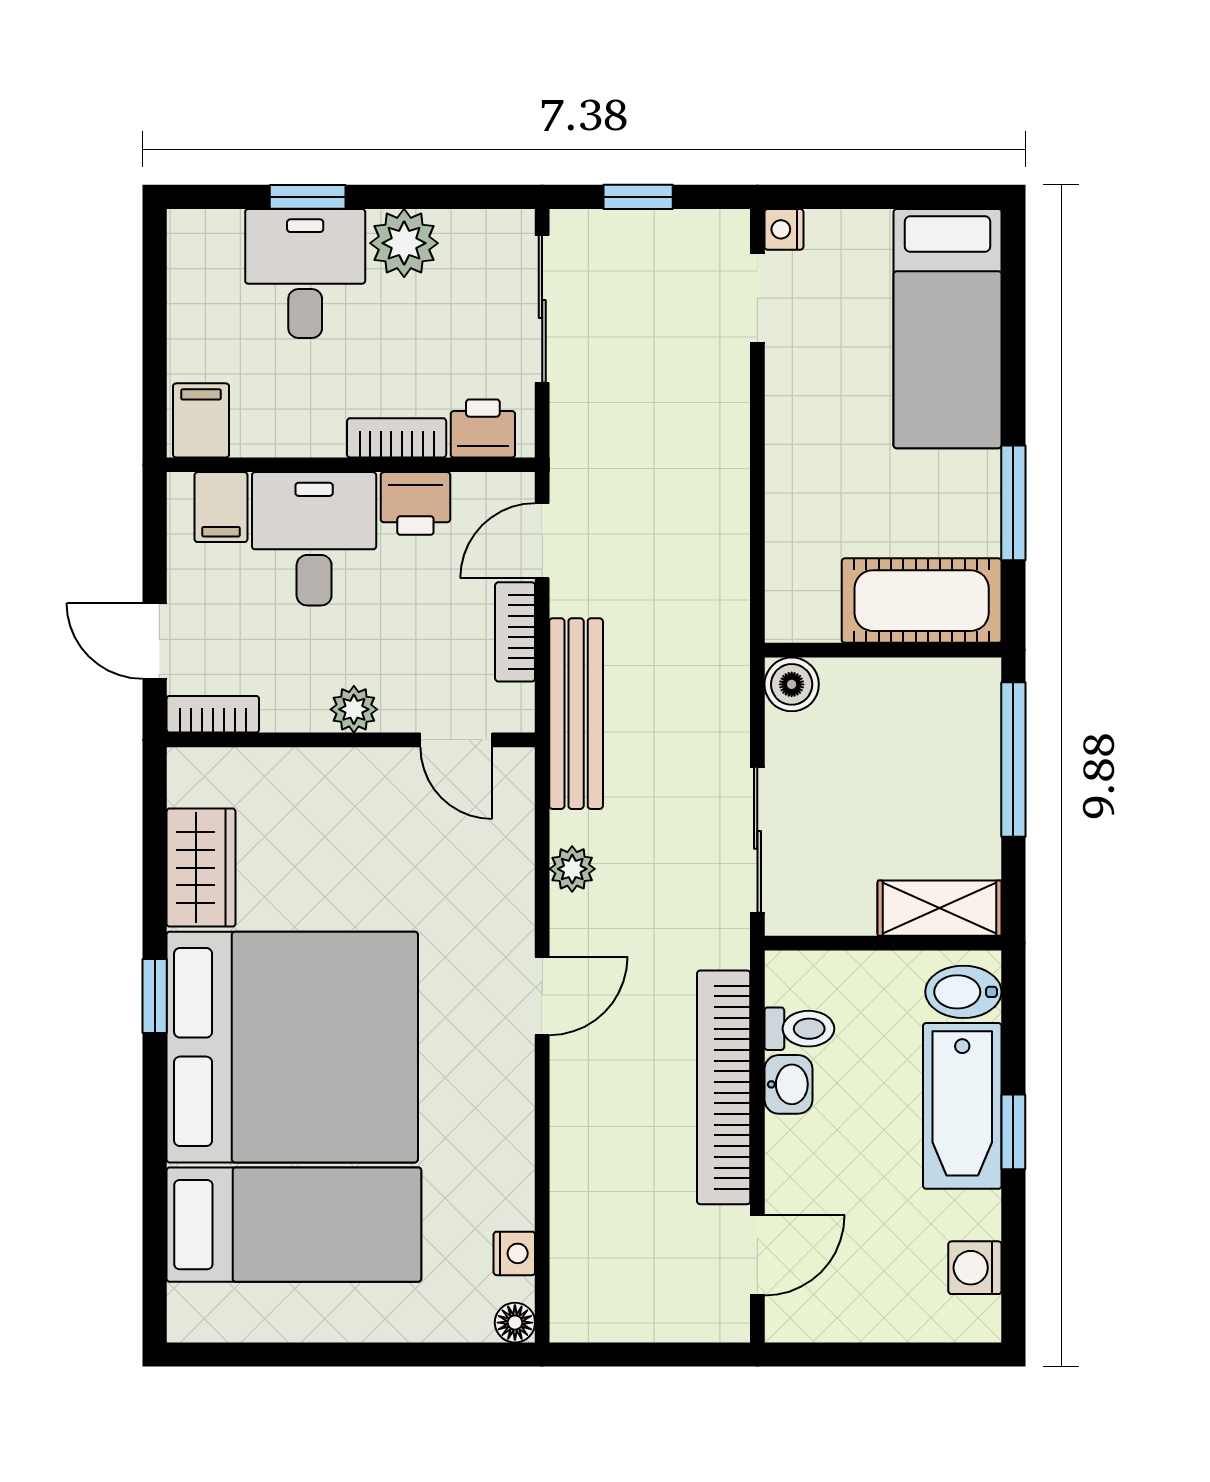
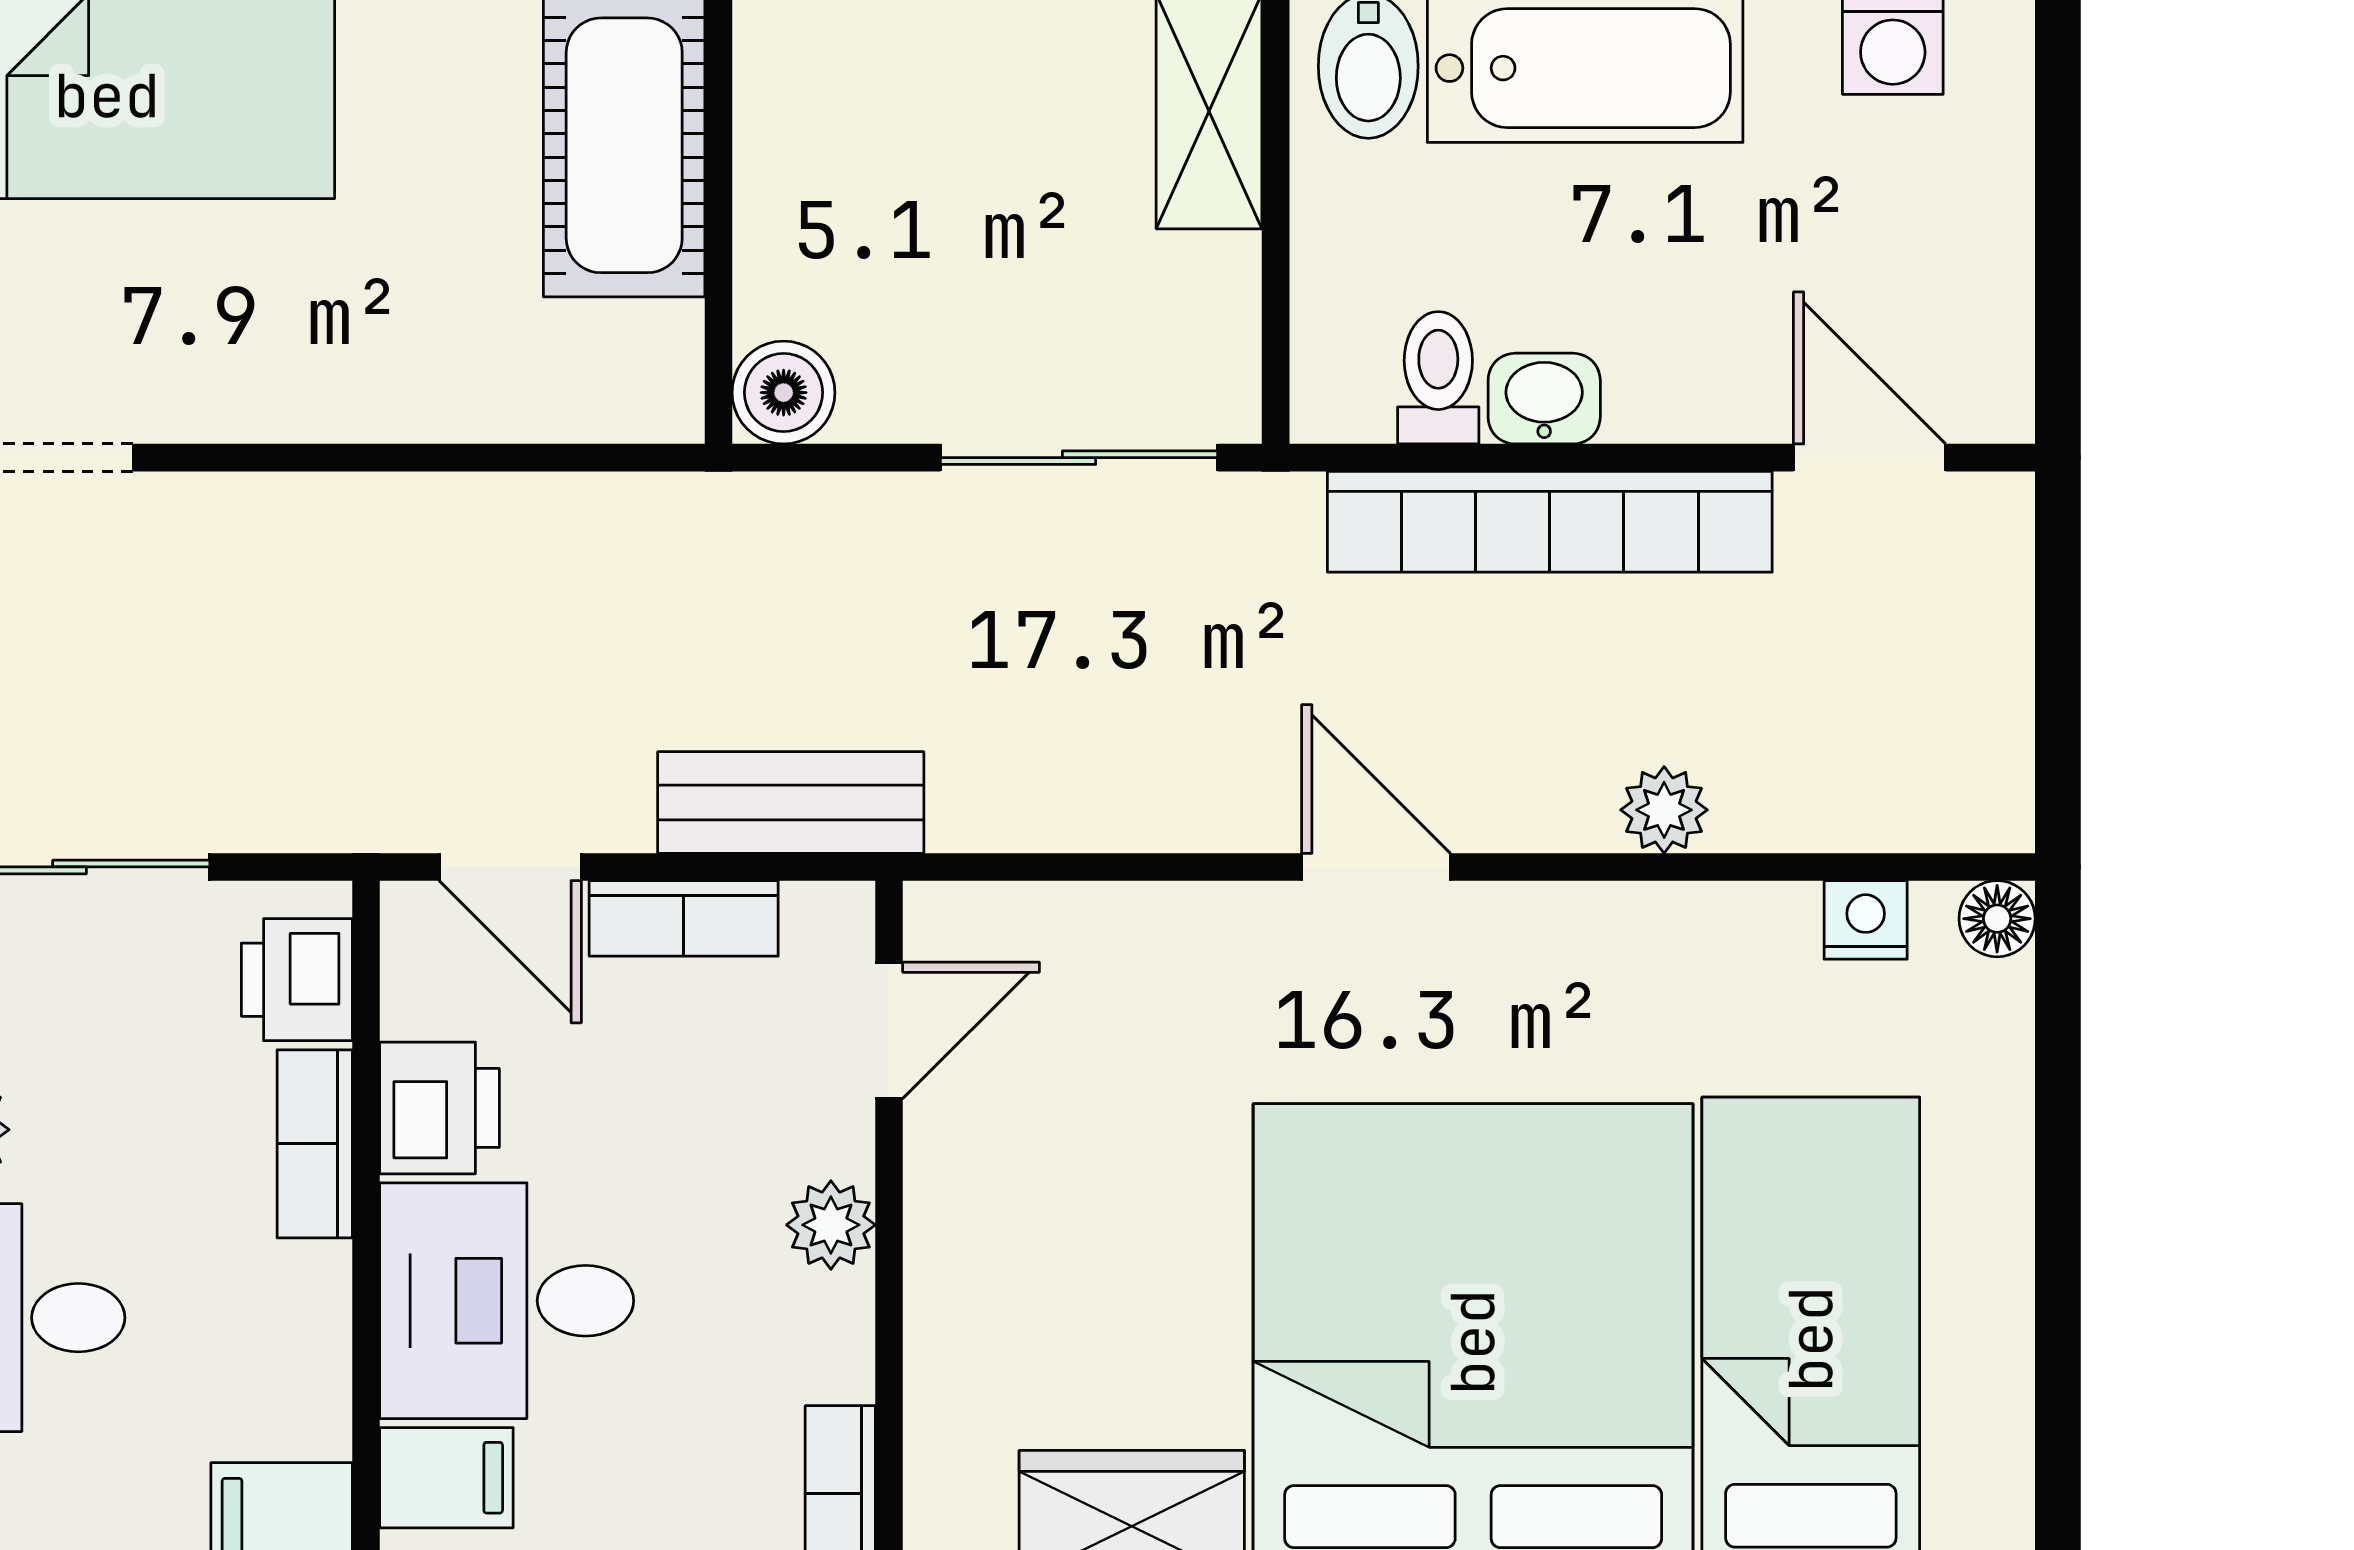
bench: (576, 714) -> (791, 803), width x0.73
plant: (572, 869) -> (1664, 810), moved

